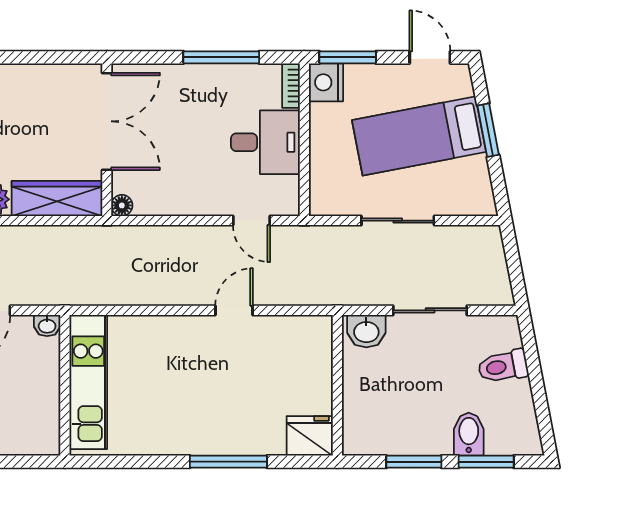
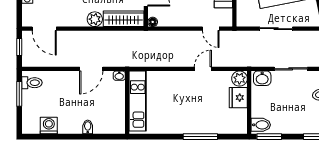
plant: (316, 332) -> (239, 79), added
bidet: (469, 434) -> (261, 125), moved, turned 90
fridge: (309, 436) -> (238, 98), moved, turned -90
window: (414, 462) -> (269, 137), moved

